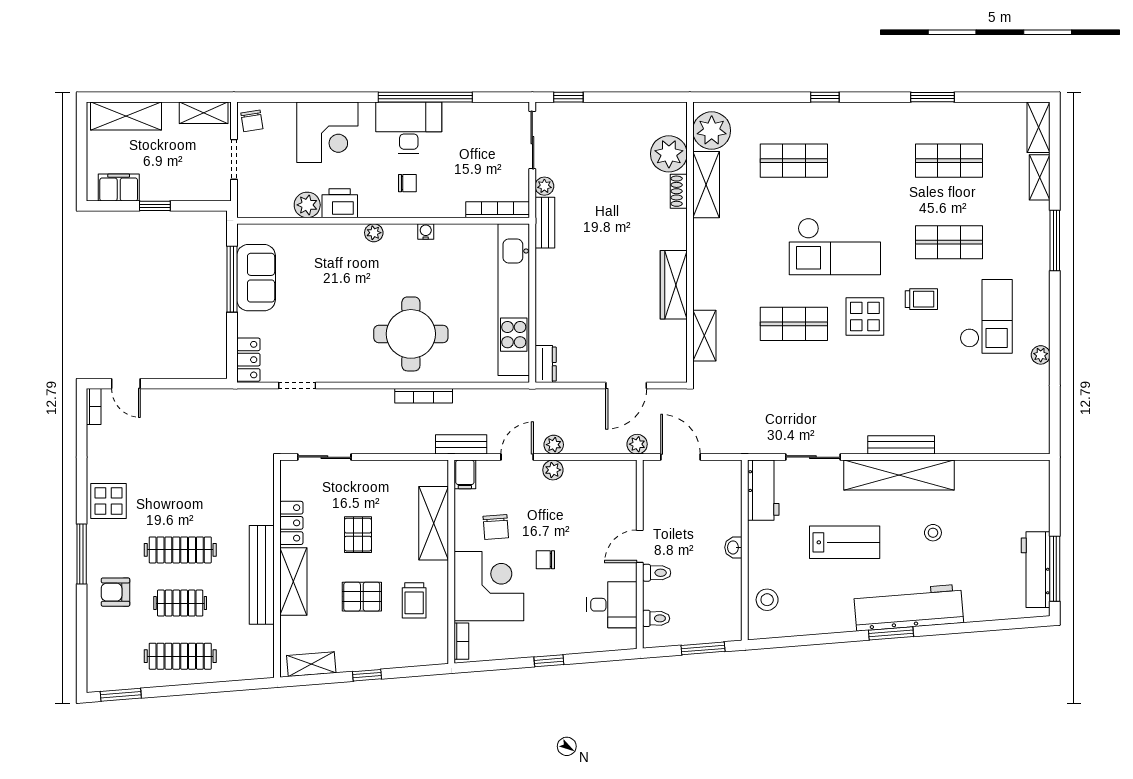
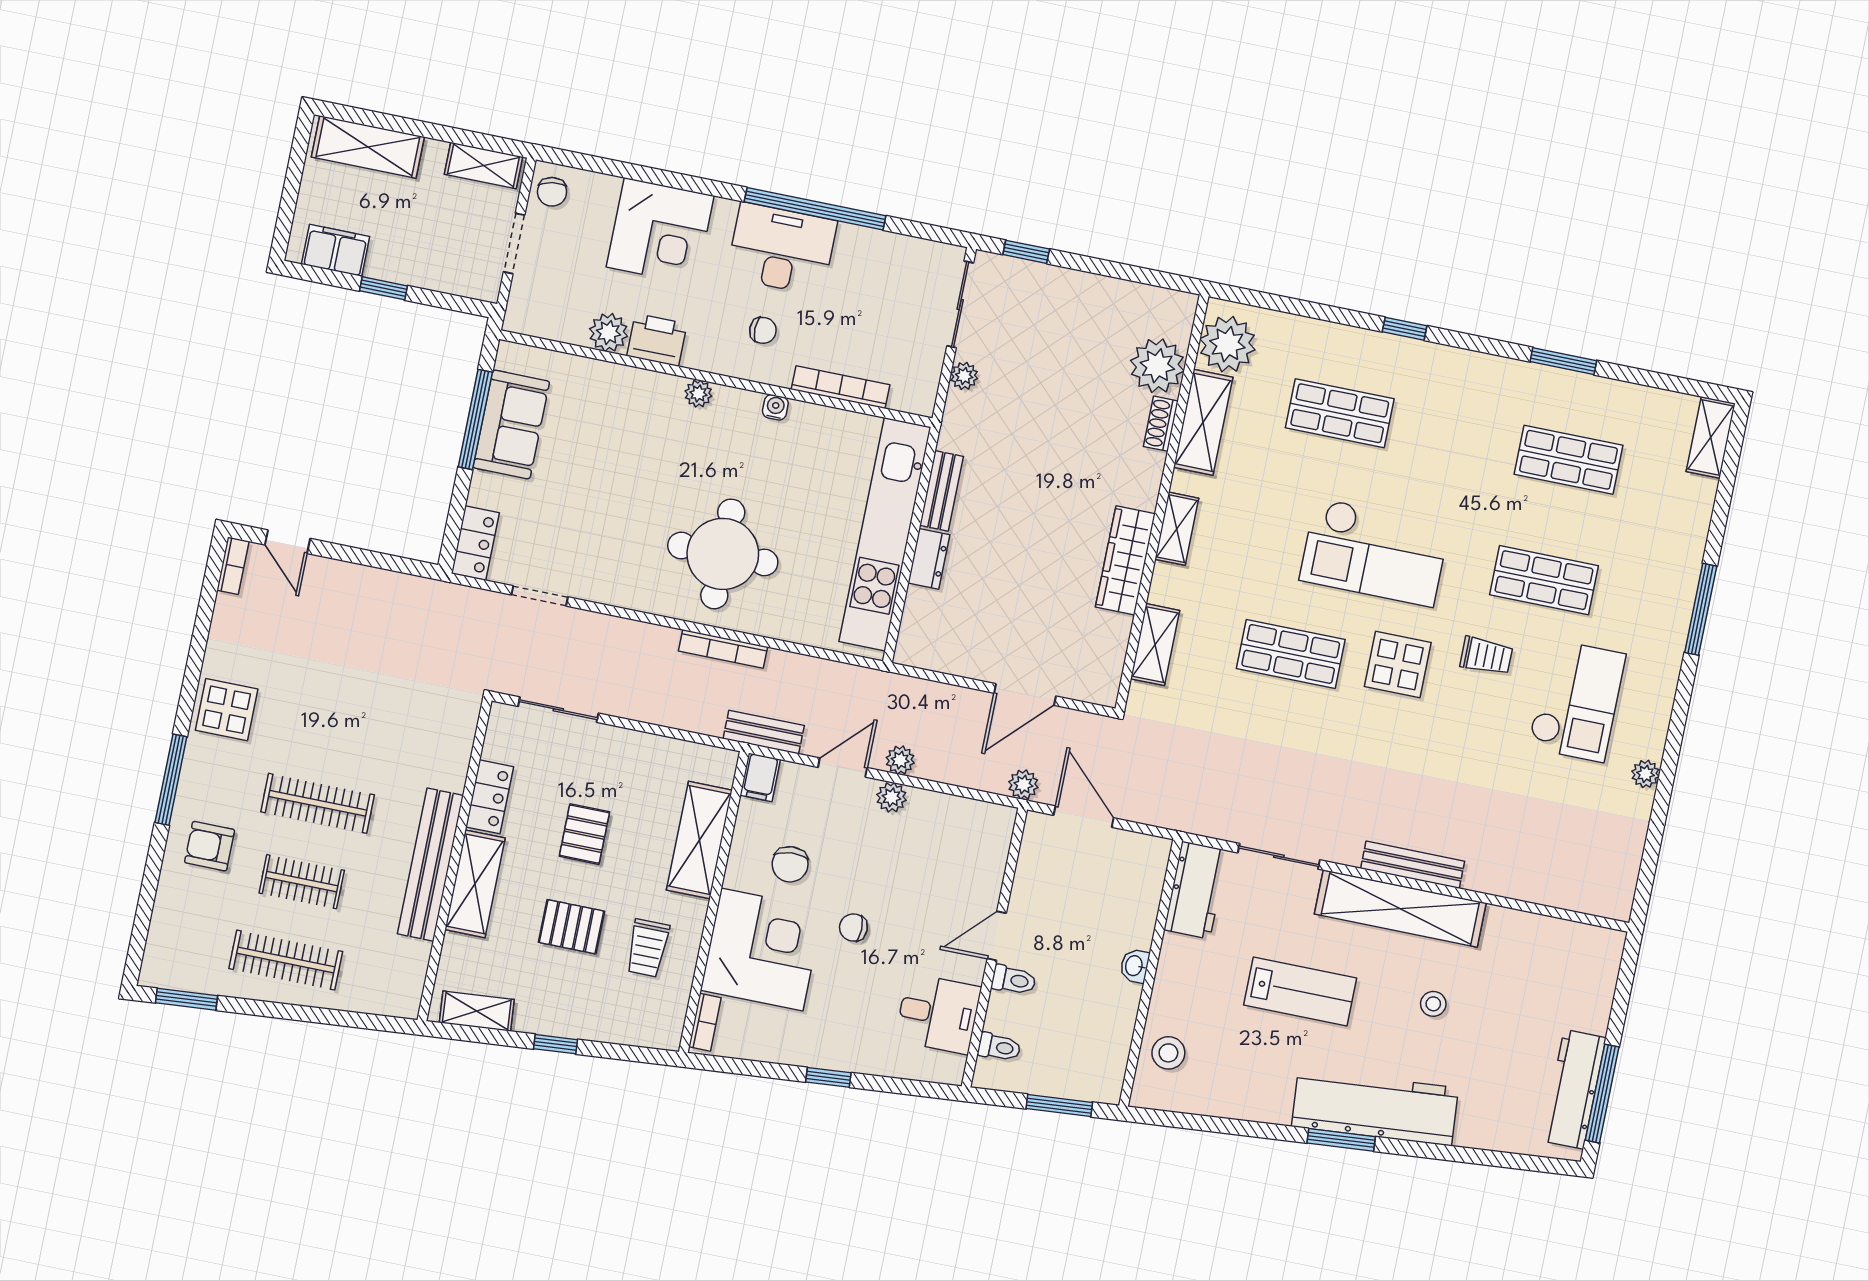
shelving: (1040, 177) -> (1177, 529), moved
bookcase: (498, 210) -> (840, 387), moved
bench: (545, 223) -> (942, 491), moved
dresser: (546, 364) -> (929, 559), moved

